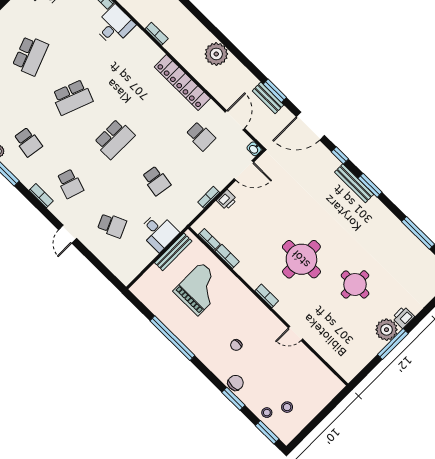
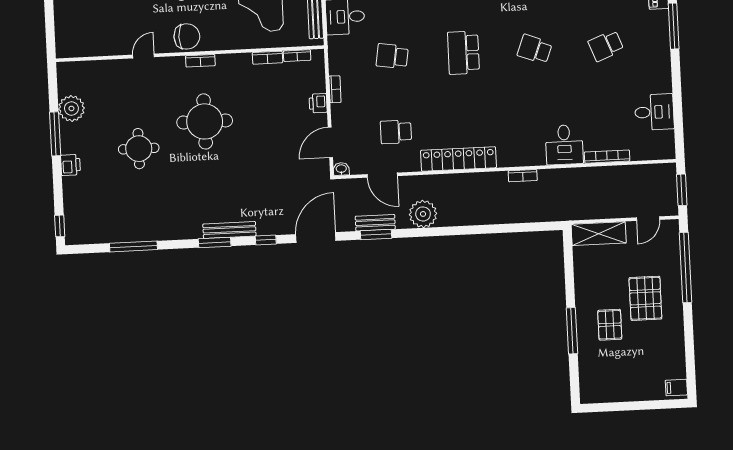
plant: (216, 54) -> (423, 214), moved
school desk: (30, 56) -> (606, 46), width x0.54
school desk: (72, 97) -> (535, 49), width x0.54
chair: (259, 318) -> (187, 36), added
plant: (386, 330) -> (71, 108), moved

